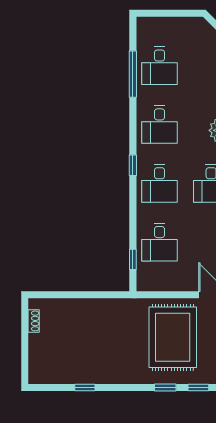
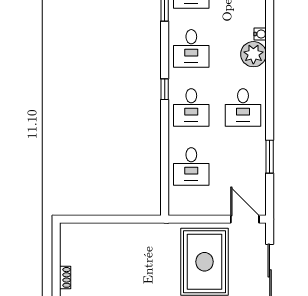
window: (133, 259) -> (165, 184), removed
shoe rack: (34, 321) -> (65, 277), moved

